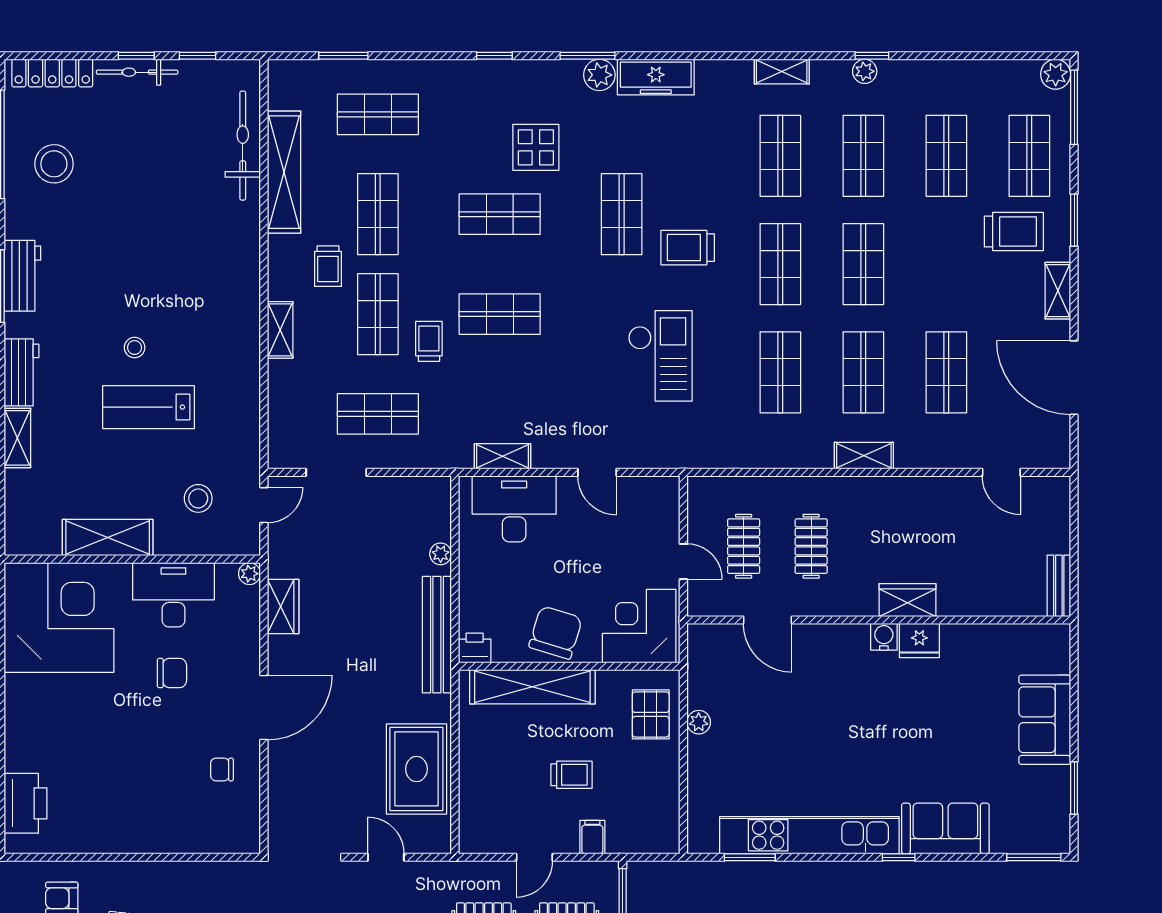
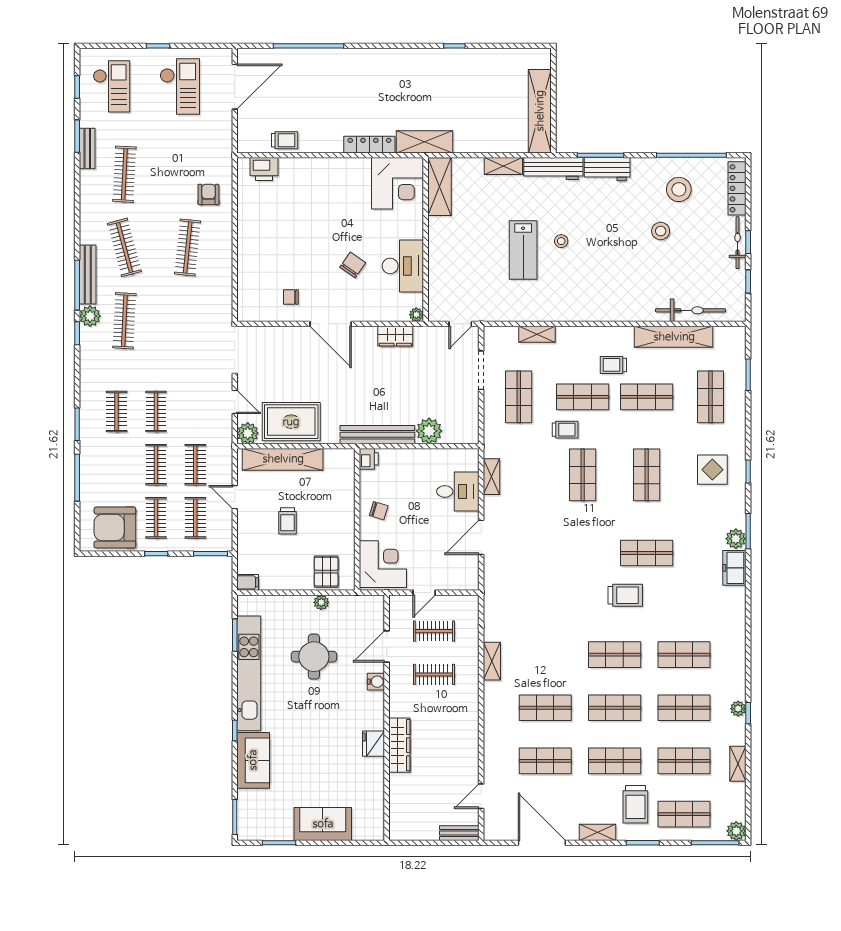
shelving: (782, 72) -> (738, 764), moved
freezer: (656, 77) -> (734, 568), width x0.71
display table: (536, 147) -> (712, 470), moved
trolley: (688, 248) -> (625, 595), turned 90
shelving: (280, 330) -> (537, 334), moved
checkout: (660, 356) -> (556, 578), removed
workbench: (21, 372) -> (553, 169), width x1.38
shop shelf: (780, 372) -> (615, 761), moved
door: (1074, 378) -> (542, 843), hinge flipped
lab bench: (148, 407) -> (523, 250), turned 180
shelving: (864, 456) -> (492, 661), moved
door: (597, 472) -> (481, 537), width x1.38
stool: (198, 498) -> (661, 231), moved
door: (264, 505) -> (460, 324), hinge flipped
desk: (514, 509) -> (458, 491), width x0.73
shelving: (108, 538) -> (439, 187), moved
plant: (441, 554) -> (429, 431), width x1.87, depth x1.87
bench: (1059, 586) -> (459, 833), moved
wardrobe: (907, 600) -> (399, 745), width x1.50
corner desk: (59, 618) -> (398, 183), width x0.74, depth x0.74
chair: (556, 632) -> (379, 511), width x0.54, depth x0.54
water cooler: (884, 637) -> (376, 682), moved
chair: (172, 673) -> (353, 265), turned -145
shelving: (532, 687) -> (283, 459), moved, turned 90
pallet: (651, 714) -> (326, 572), turned 90
round table: (783, 734) -> (314, 657), added
chair: (222, 769) -> (291, 297), turned -90
printer: (26, 803) -> (264, 169), width x0.73, depth x0.84
plant: (435, 837) -> (248, 433), added
filing cabinet: (592, 837) -> (248, 582), moved
door: (386, 857) -> (235, 402), hinge flipped

